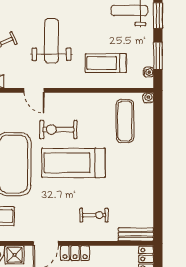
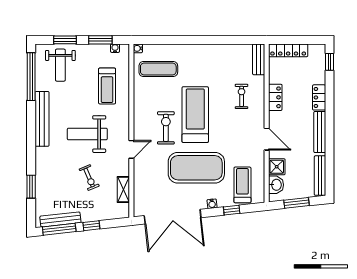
exercise bike: (58, 130) -> (166, 128), turned 180
treadmill: (73, 163) -> (195, 115), turned 180
locker: (75, 253) -> (275, 97), moved

